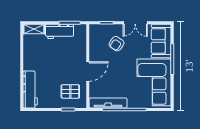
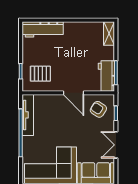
workbench: (59, 31) -> (106, 76), moved
armchair: (116, 44) -> (98, 109), moved
door: (88, 71) -> (74, 93), moved
pallet: (70, 91) -> (40, 74), turned 90

